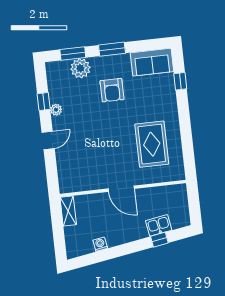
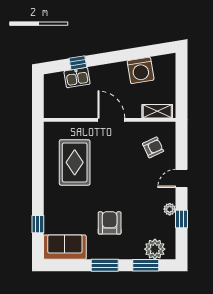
plant: (80, 68) -> (155, 249), moved
armchair: (79, 167) -> (153, 147), added
shelving: (68, 211) -> (157, 111), moved, turned 90
washing machine: (100, 244) -> (141, 70), width x1.89, depth x1.89

